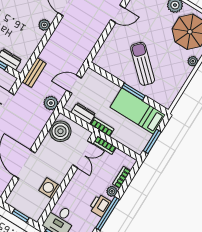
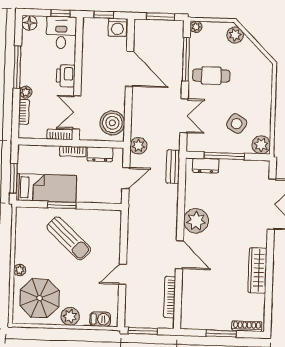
plant: (44, 25) -> (196, 221), width x1.87, depth x1.87
window: (152, 141) -> (14, 178), moved
washing machine: (49, 188) -> (117, 27), moved, turned 90
printer: (100, 206) -> (66, 76), moved, turned 180

